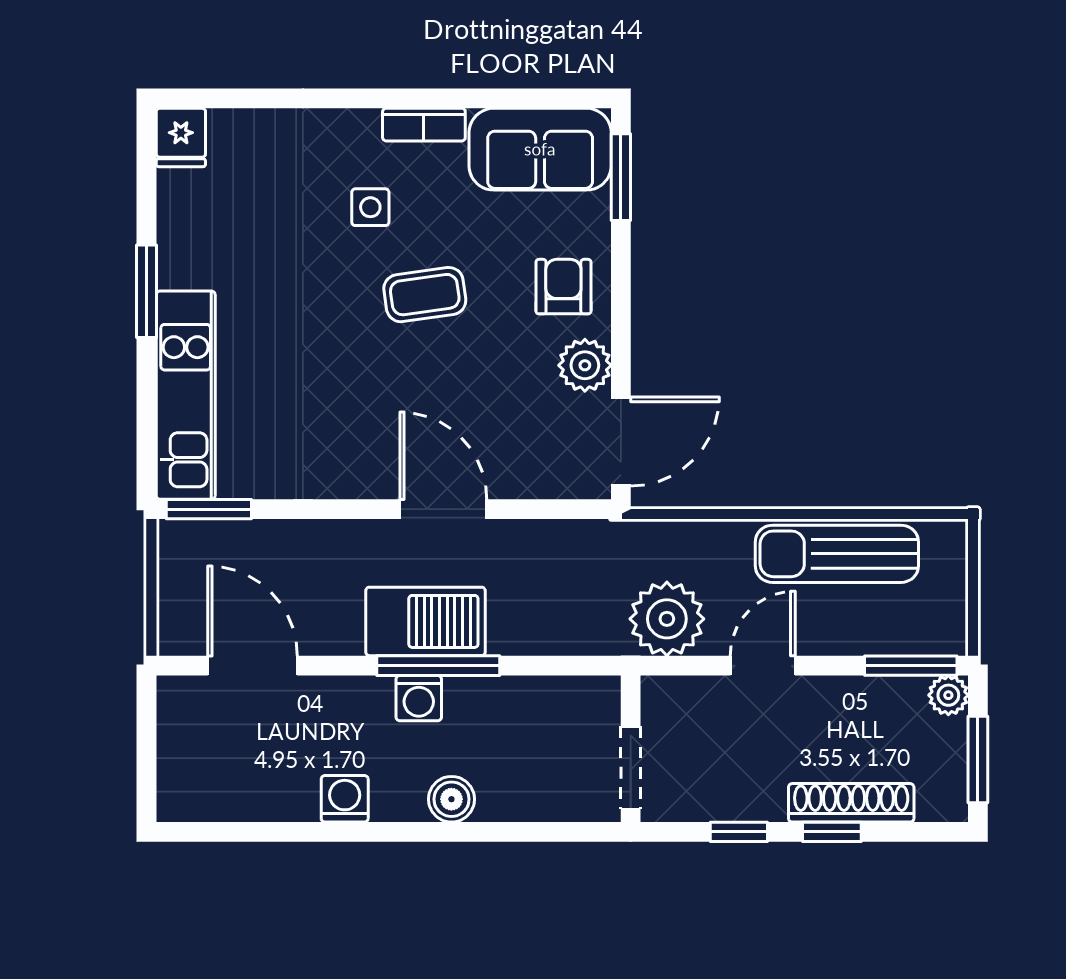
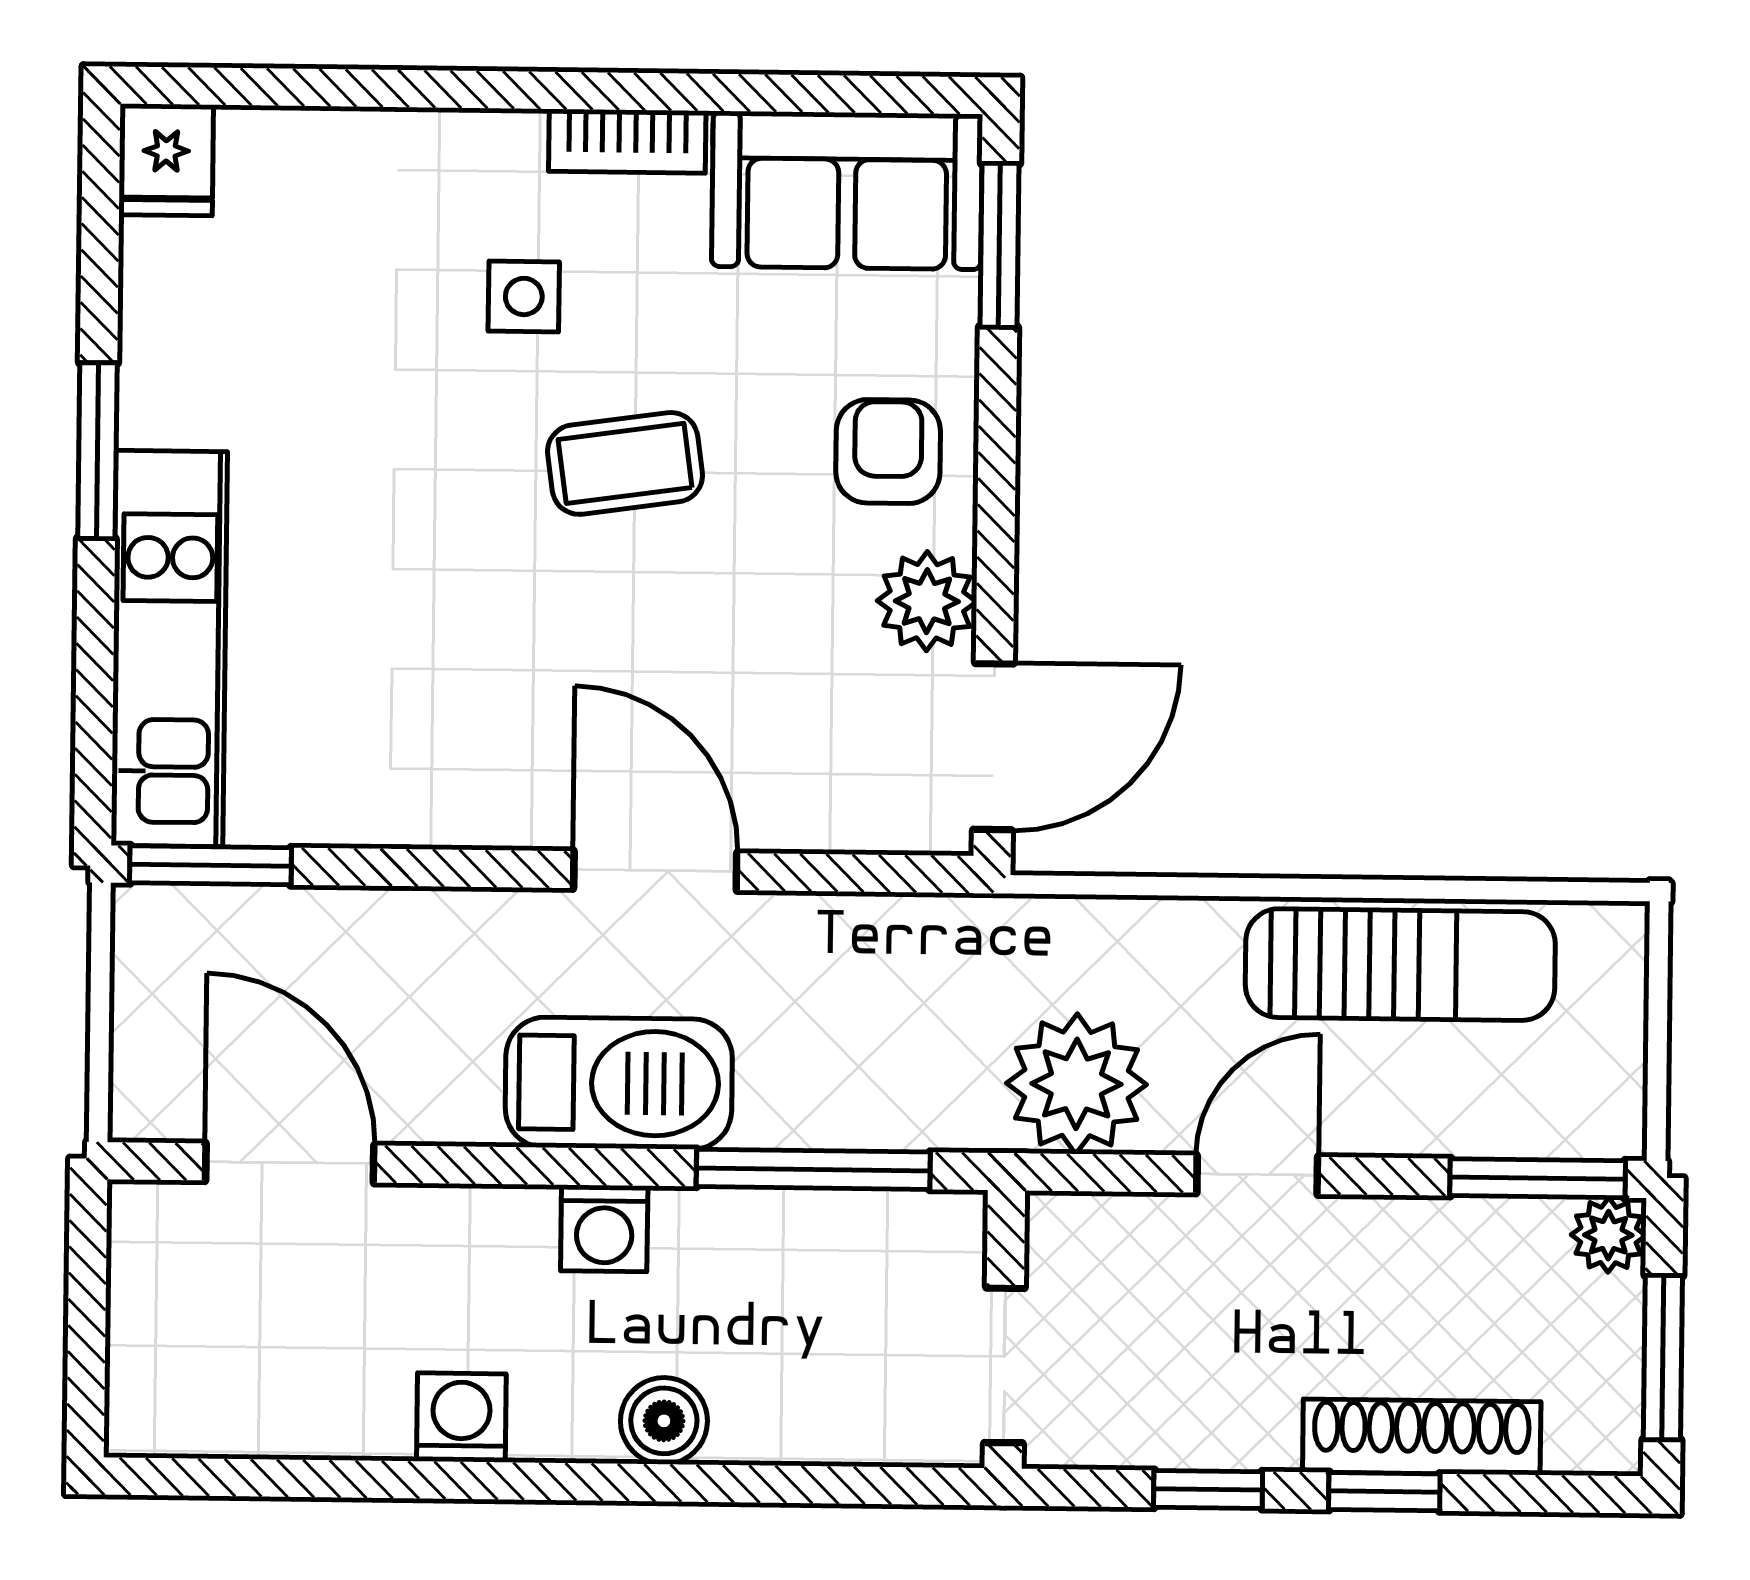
sun lounger: (837, 554) -> (1400, 965), turned 180
window: (438, 666) -> (813, 1169), moved

